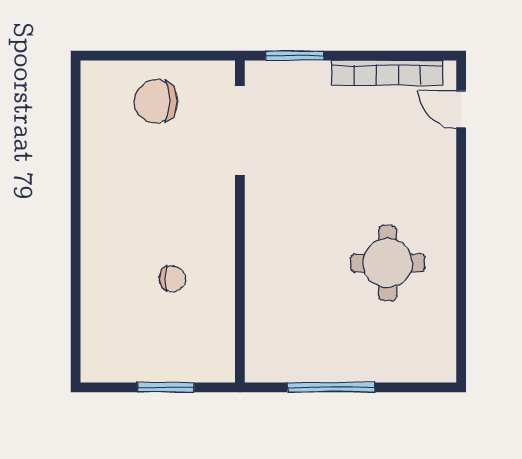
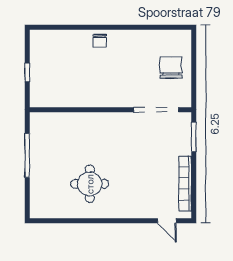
door: (461, 109) -> (167, 221), swing flipped
chair: (172, 279) -> (100, 41), moved
window: (166, 387) -> (27, 72), width x0.67

